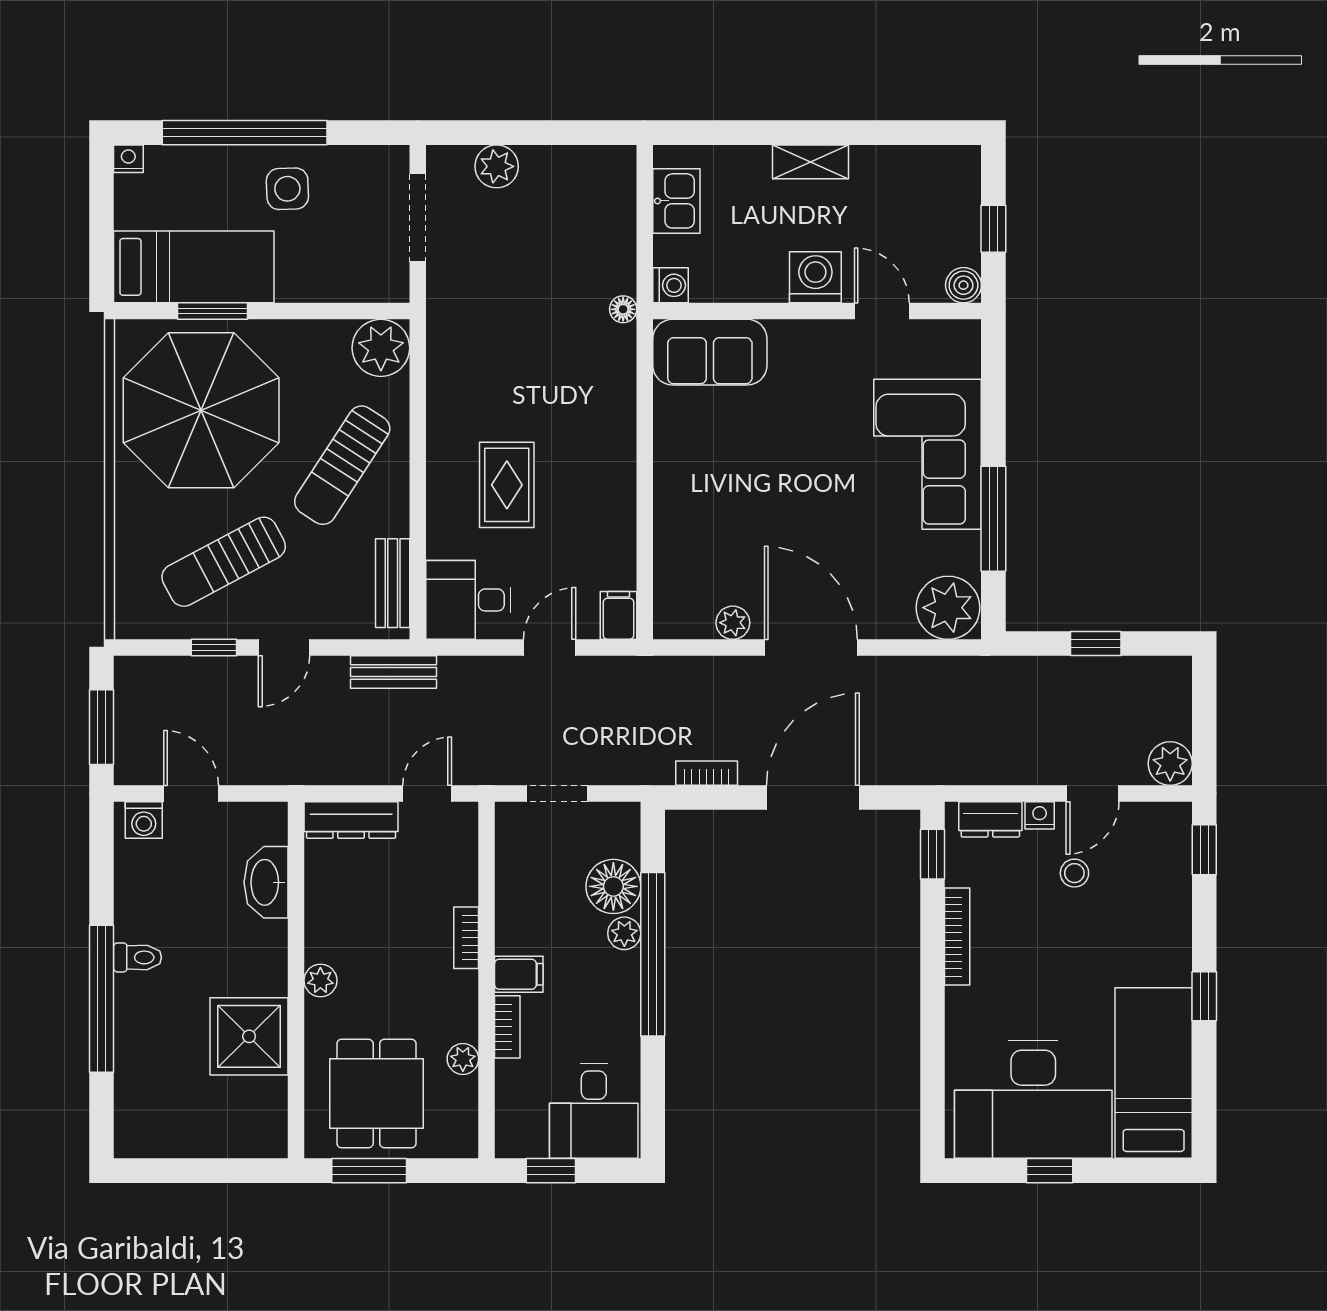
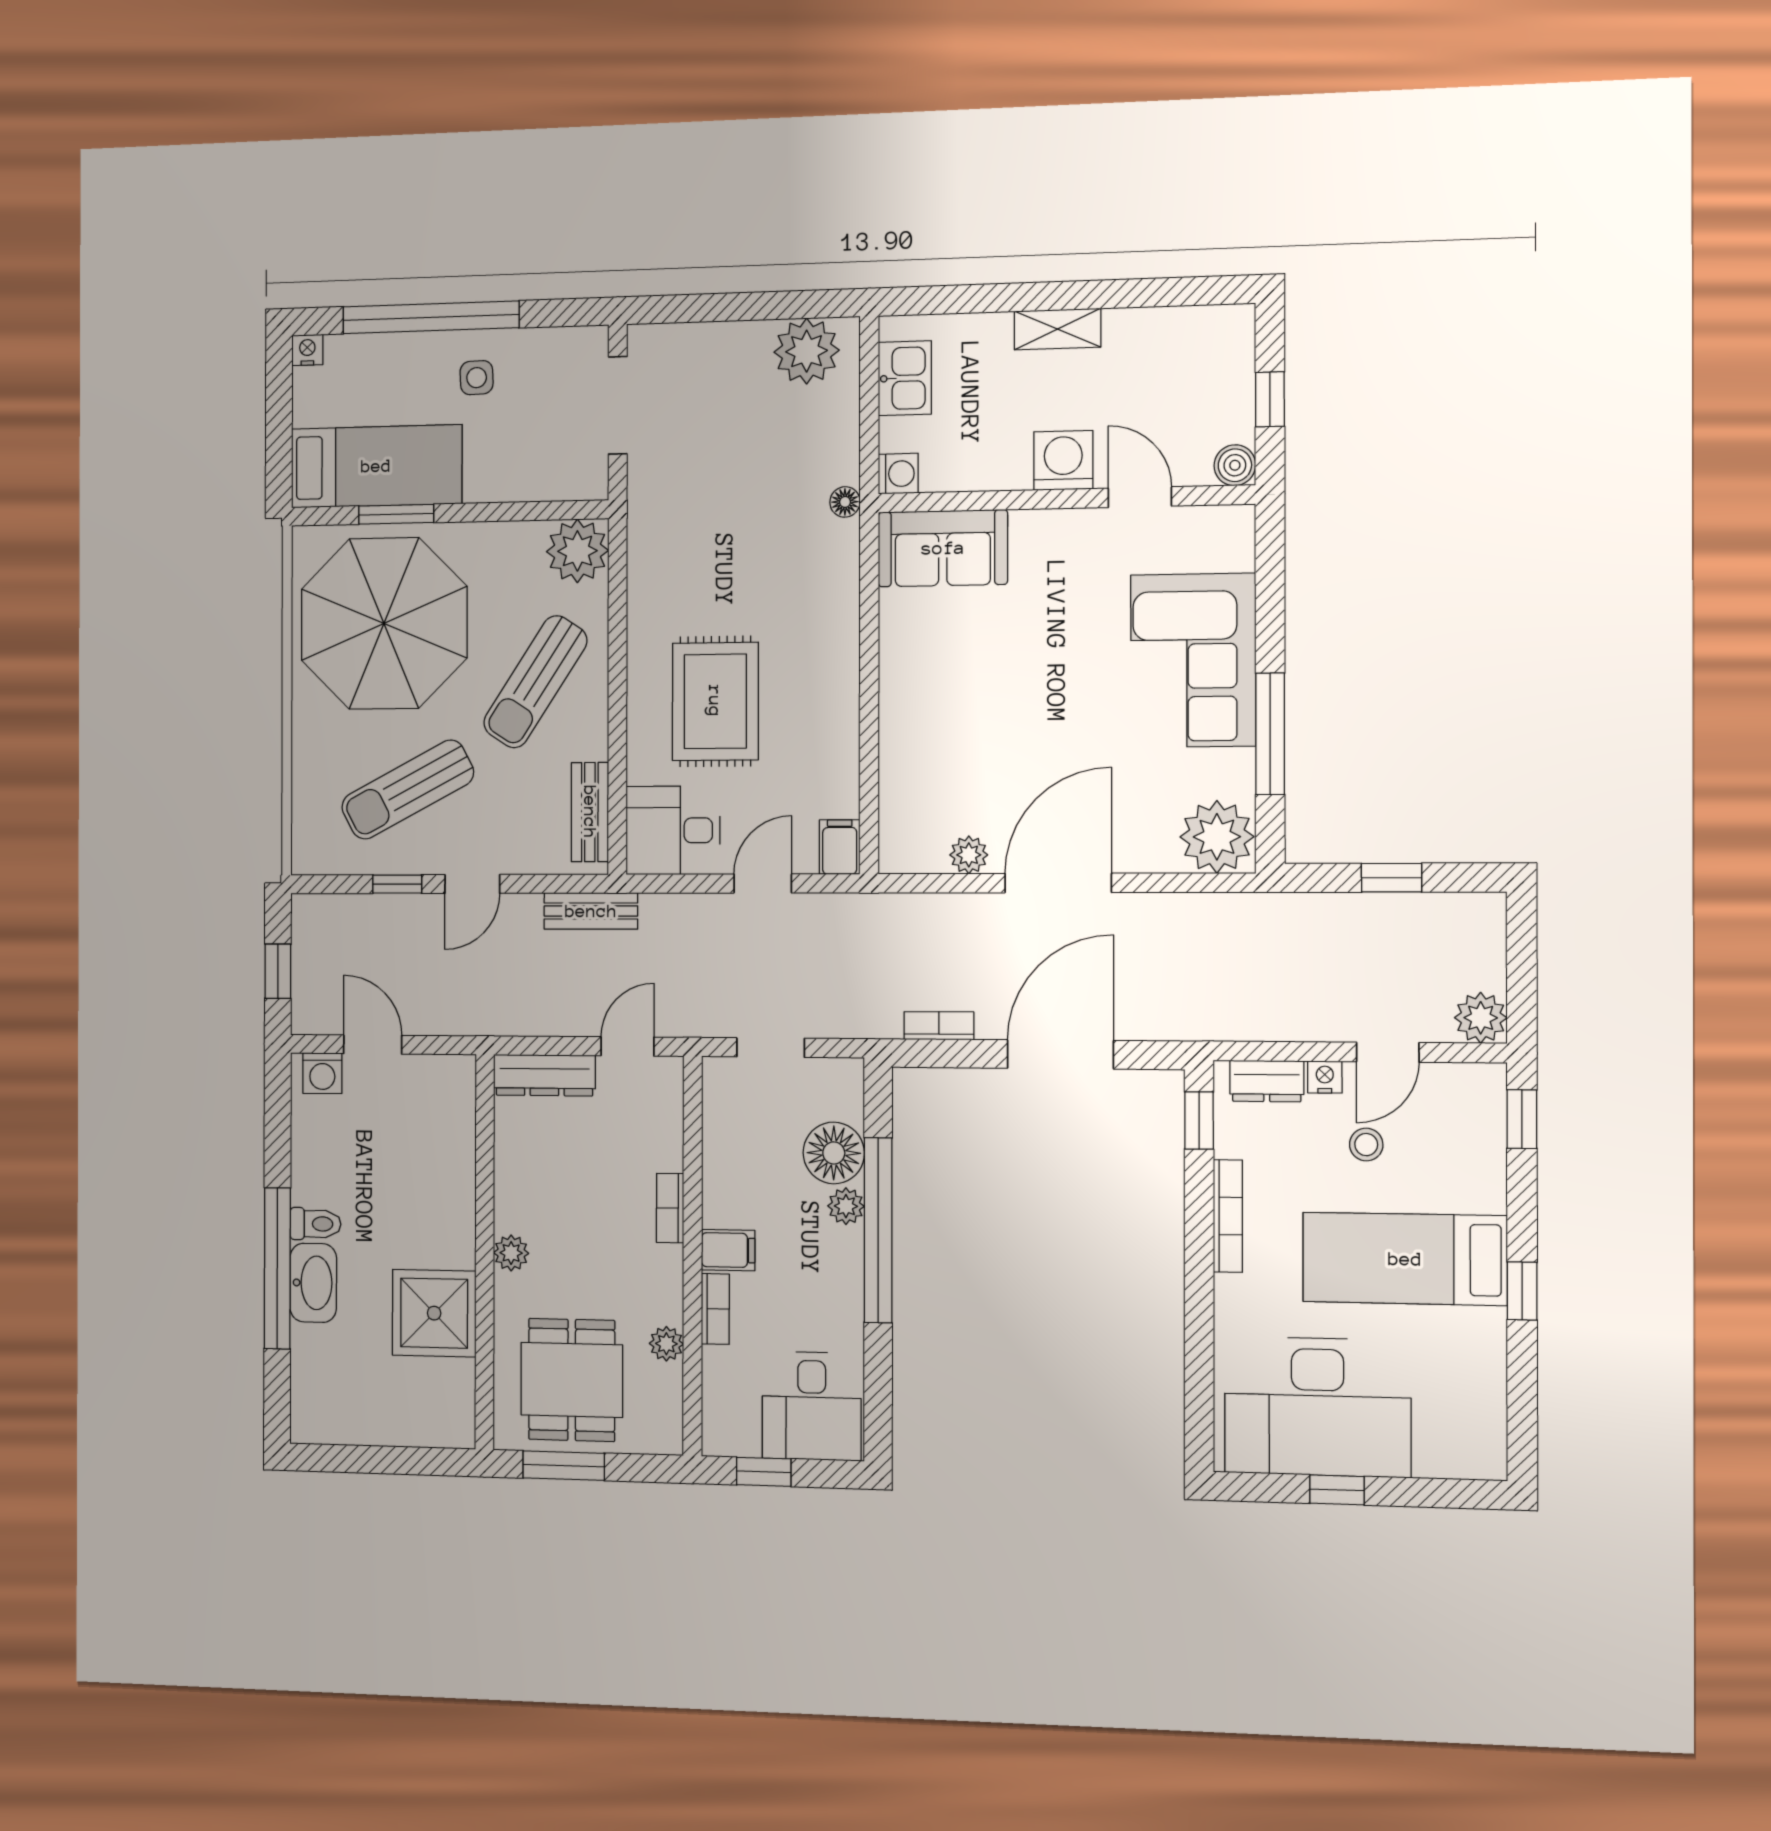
plant: (497, 166) -> (807, 351), moved, width x1.36, depth x1.36
side table: (287, 189) -> (477, 378), width x0.73, depth x0.73
rug: (507, 485) -> (715, 701), width x1.36, depth x1.43
door: (811, 648) -> (1058, 883), hinge flipped
window: (101, 727) -> (278, 971), width x0.67
washbasin: (266, 882) -> (313, 1283), moved, turned 180
bed: (1154, 1073) -> (1405, 1259), moved, turned -90

